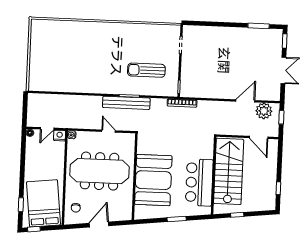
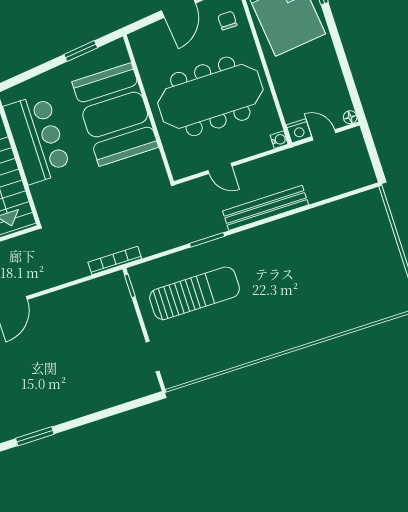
sun lounger: (146, 70) -> (195, 293), width x1.36, depth x1.34
bench: (126, 103) -> (266, 208), moved
door: (47, 129) -> (324, 135), hinge flipped
window: (177, 219) -> (81, 51), moved

